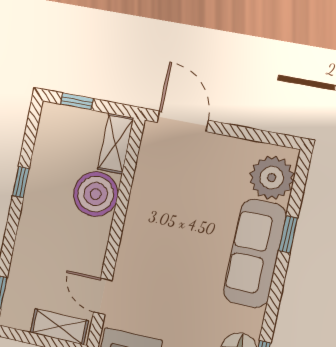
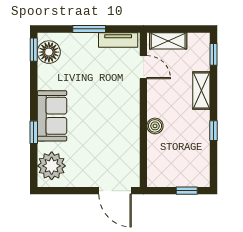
shelving: (116, 144) -> (201, 90), moved
boiler: (96, 194) -> (155, 126), width x0.54, depth x0.54
sofa: (255, 253) -> (52, 116), width x0.73

